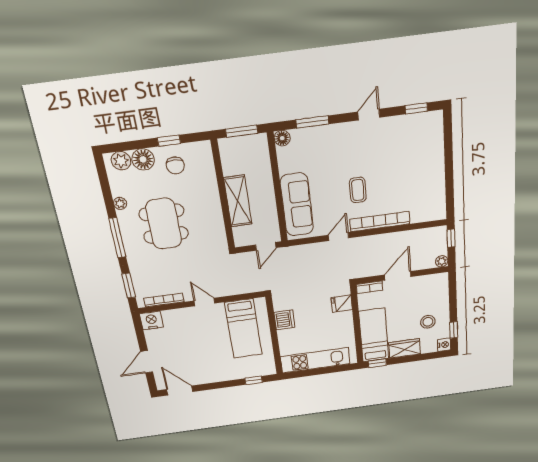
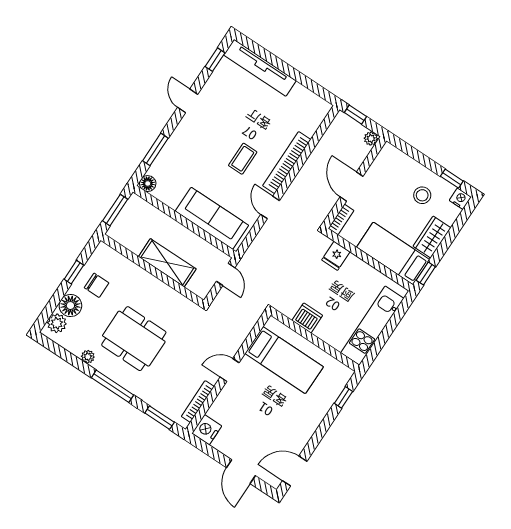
tv unit: (435, 146) -> (260, 68), added
coffee table: (358, 190) -> (243, 159), turned 90

